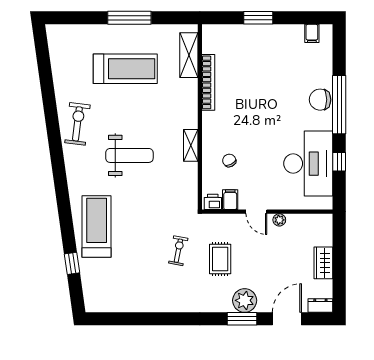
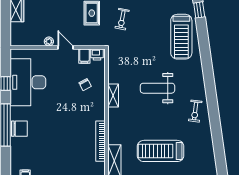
exercise bike: (77, 124) -> (195, 111), width x0.73, depth x0.72

